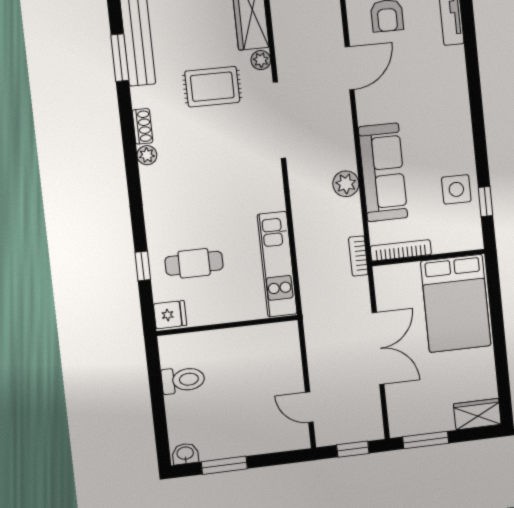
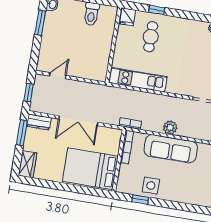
dresser: (399, 416) -> (39, 122), added

